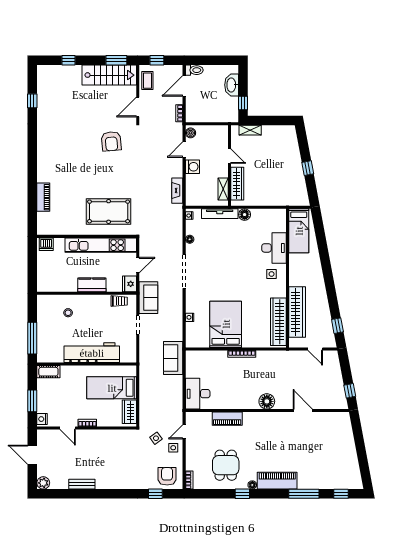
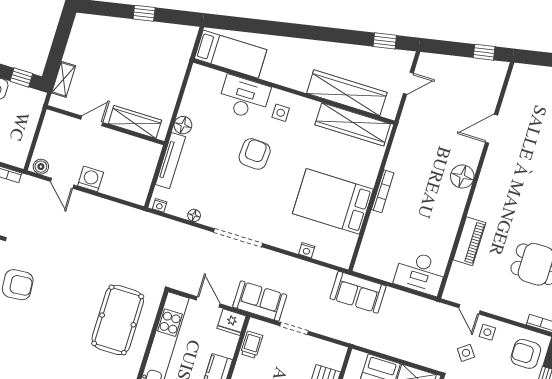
shelving: (223, 189) -> (137, 145), removed
fireplace: (177, 191) -> (118, 211), removed
armchair: (240, 266) -> (255, 154), added

